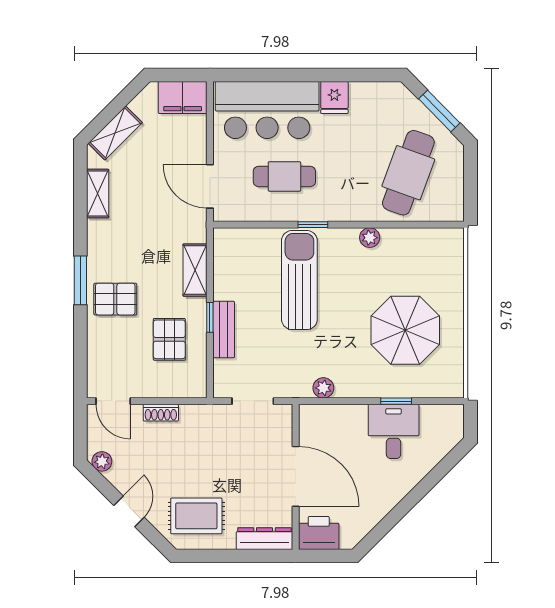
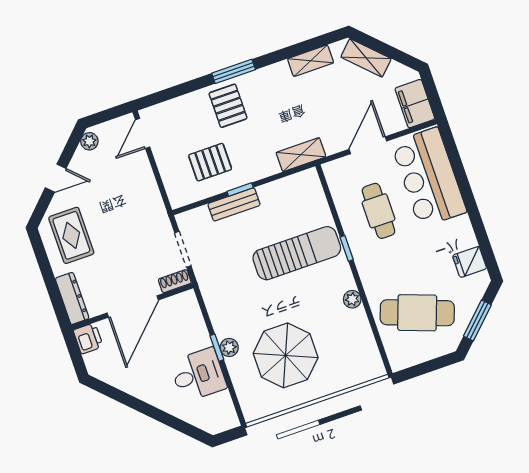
fridge: (334, 97) -> (470, 262), moved
door: (210, 186) -> (368, 145), moved
shelving: (195, 270) -> (301, 155), moved
plant: (323, 388) -> (229, 347), moved
window: (396, 401) -> (217, 348), moved
shoe rack: (161, 413) -> (175, 281), moved, turned 90
printer: (319, 533) -> (88, 338), width x0.73, depth x0.81

